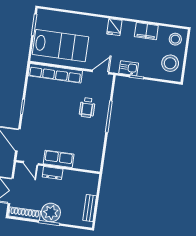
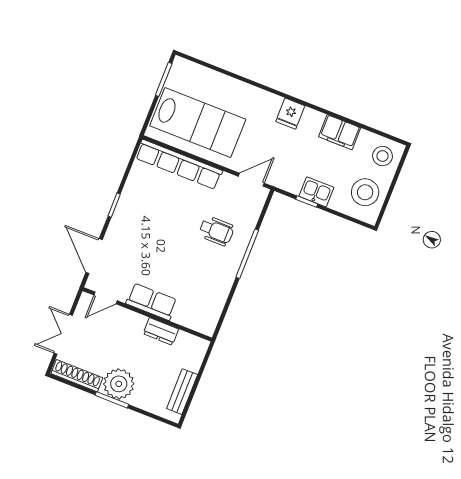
kitchen sink: (129, 68) -> (316, 192), moved
wheelchair: (87, 108) -> (216, 231), turned -90
door: (31, 163) -> (106, 298), hinge flipped
dresser: (53, 173) -> (161, 331), moved

